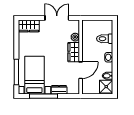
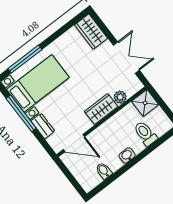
door: (81, 70) -> (74, 143), moved
shower: (106, 87) -> (145, 103), moved

